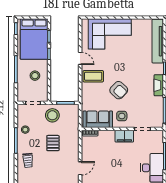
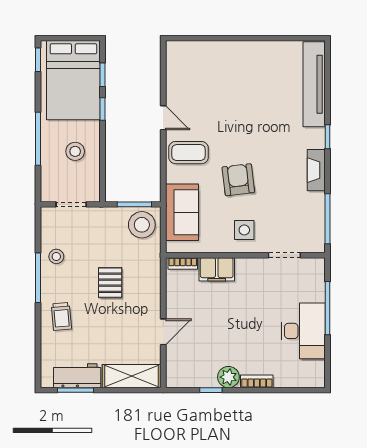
corner sofa: (110, 34) -> (221, 70), removed
armchair: (119, 90) -> (238, 180), turned -140
stool: (52, 115) -> (142, 225), moved
sofa: (98, 119) -> (182, 212), moved, turned 90
filing cabinet: (124, 136) -> (217, 269), moved

